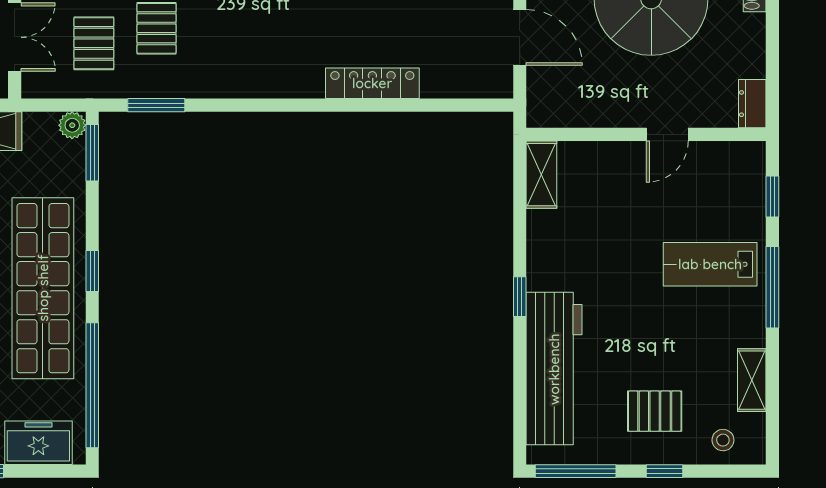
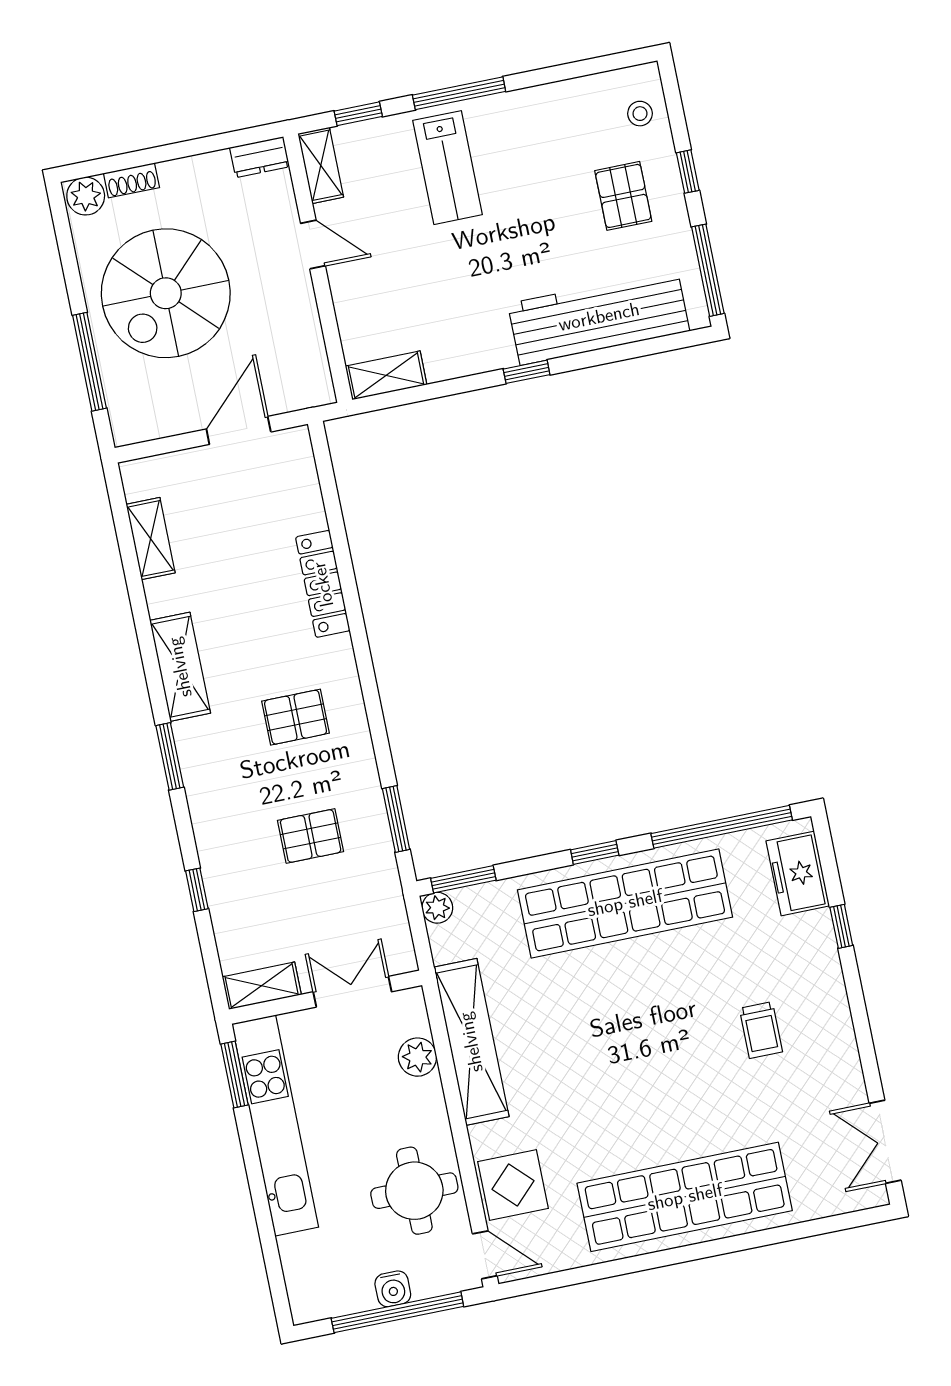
pallet: (94, 43) -> (296, 717), moved
shelving: (752, 380) -> (321, 165), moved, turned 90

